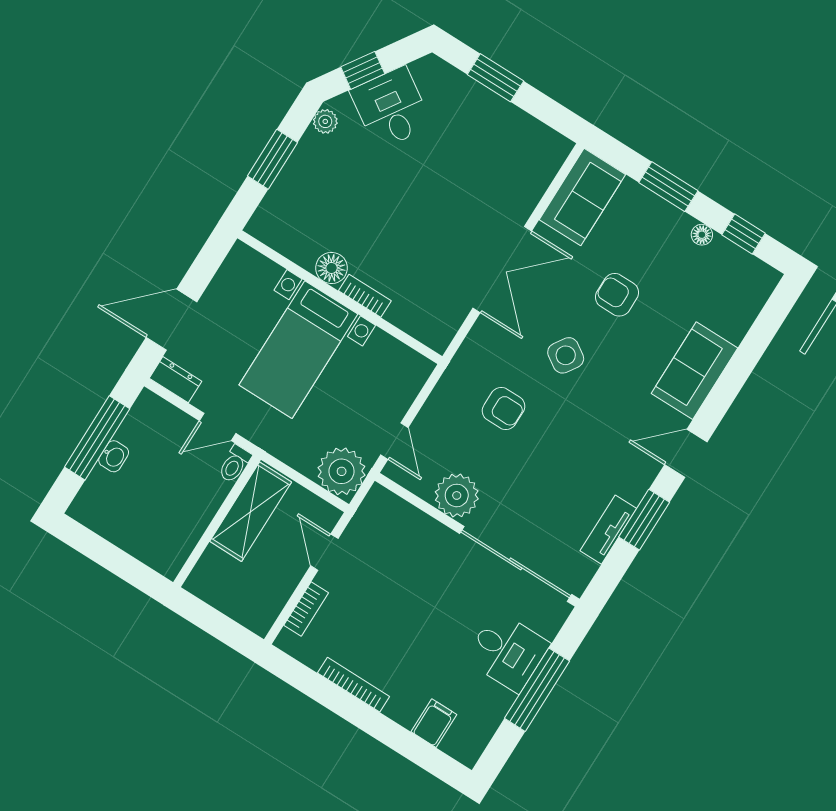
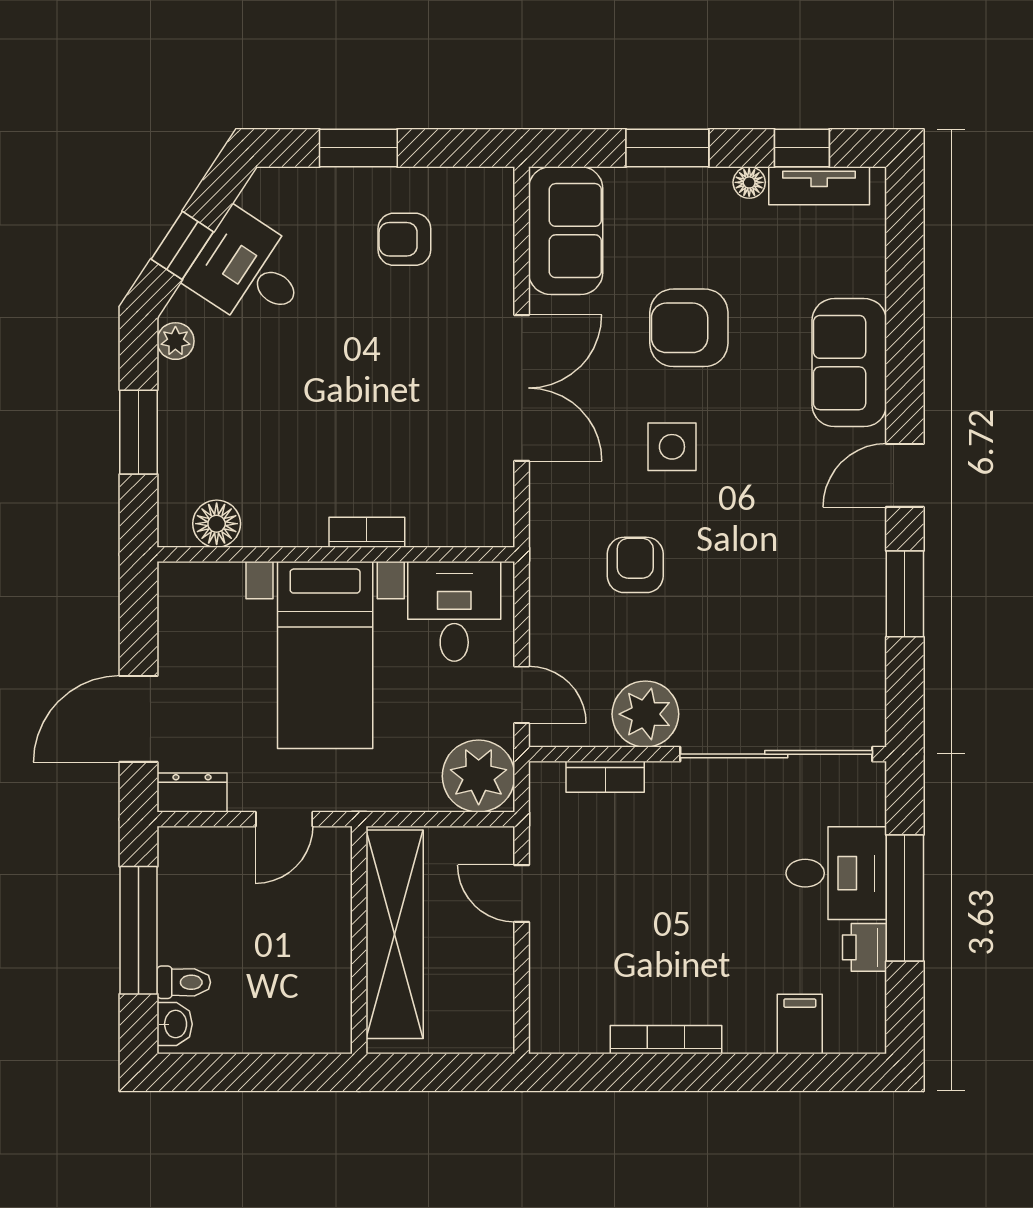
armchair: (489, 145) -> (404, 239), added
floor lamp: (332, 268) -> (217, 524), moved
armchair: (617, 295) -> (689, 328), width x1.38, depth x1.38
side table: (566, 355) -> (672, 447), turned -33
desk: (386, 371) -> (454, 611), added
armchair: (504, 408) -> (635, 565), turned -90
washbasin: (114, 456) -> (175, 1024), moved
toilet: (235, 464) -> (184, 982), moved, turned -90
shelving: (251, 512) -> (395, 934), width x1.47
tv unit: (608, 530) -> (819, 186), moved, turned -90
bookcase: (306, 609) -> (605, 777), moved, turned 90
printer: (497, 703) -> (864, 947), added

